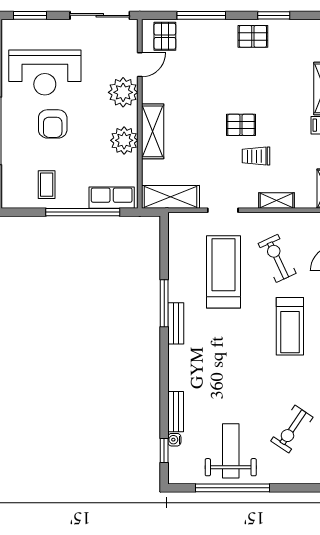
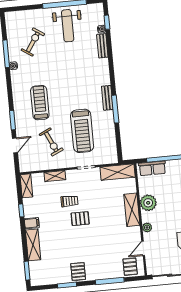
pallet: (253, 36) -> (78, 272), turned 90
plant: (123, 92) -> (147, 227), width x0.53, depth x0.53

